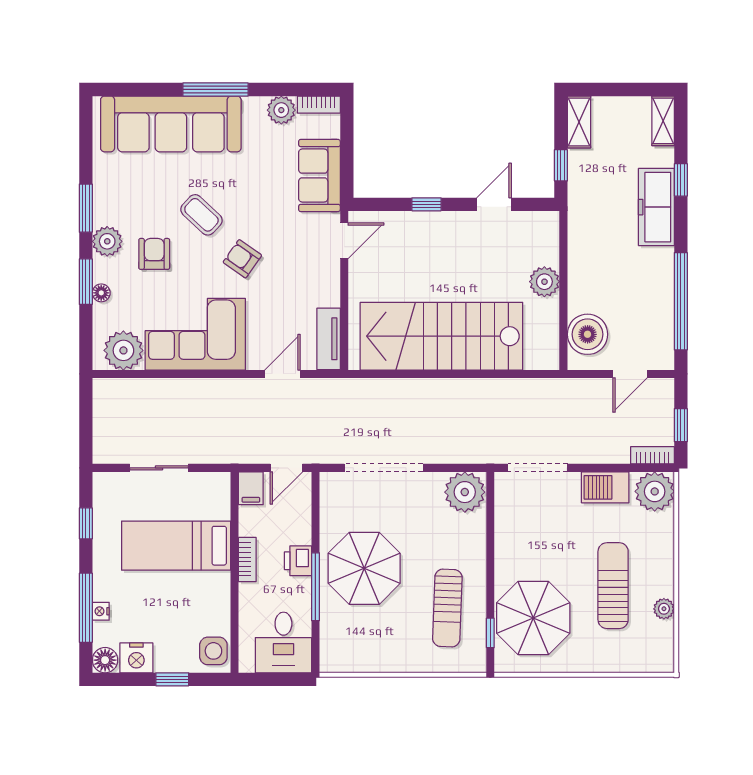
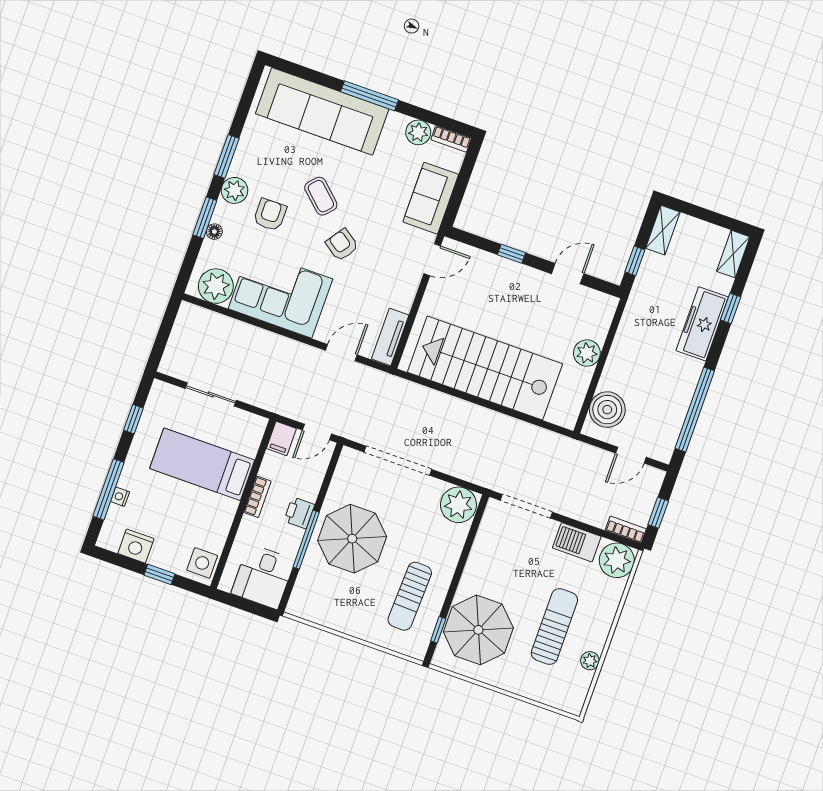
floor lamp: (105, 660) -> (109, 539), removed

